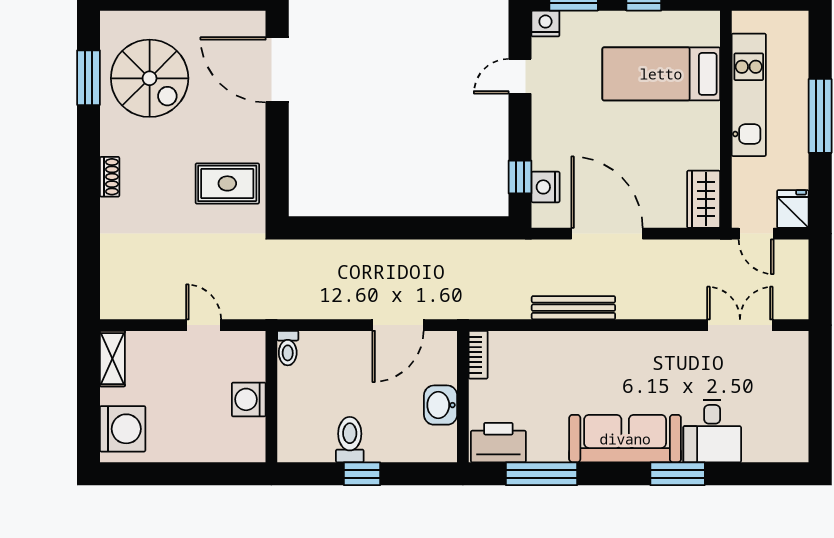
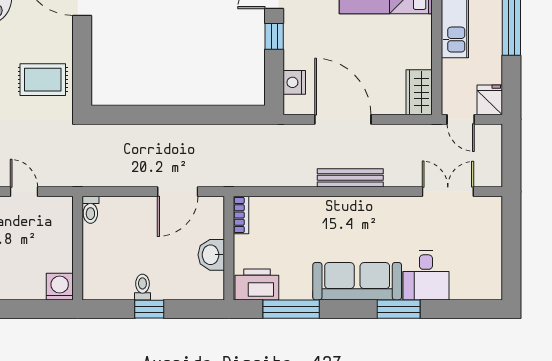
window: (520, 177) -> (274, 36), moved
bench: (573, 308) -> (350, 178), moved
washing machine: (249, 399) -> (60, 287), moved, turned 90
toilet: (350, 440) -> (142, 287), width x0.73, depth x0.72

